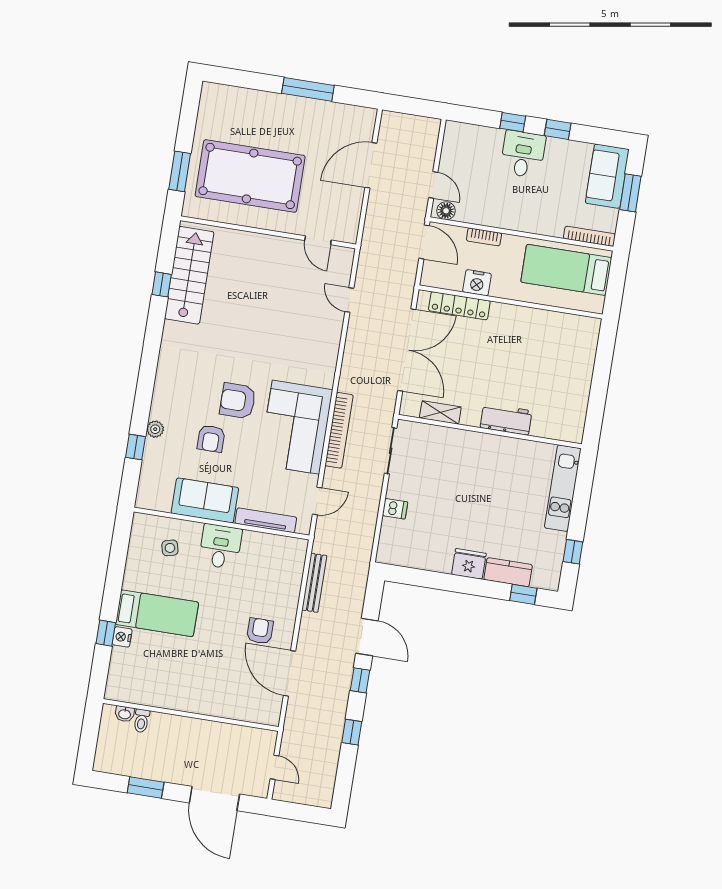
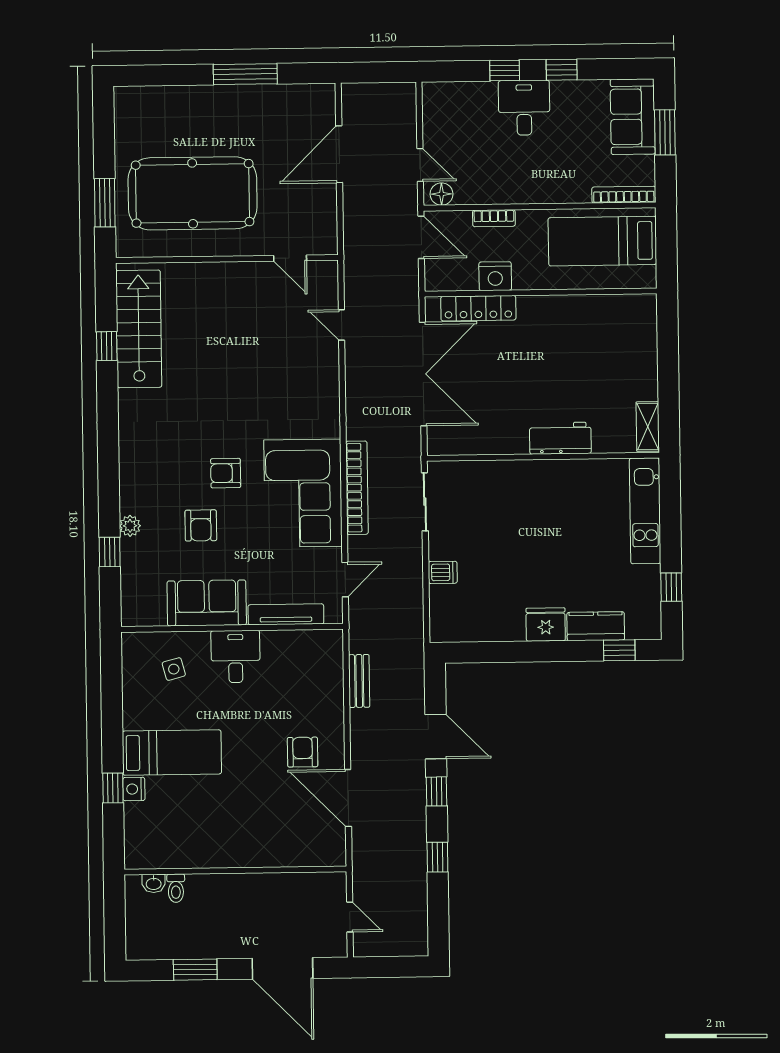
armchair: (238, 401) -> (226, 473), width x0.72, depth x0.72
shelving: (440, 412) -> (648, 427), moved, turned 90
bench: (314, 583) -> (359, 681), width x0.73

